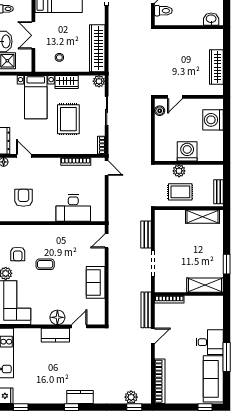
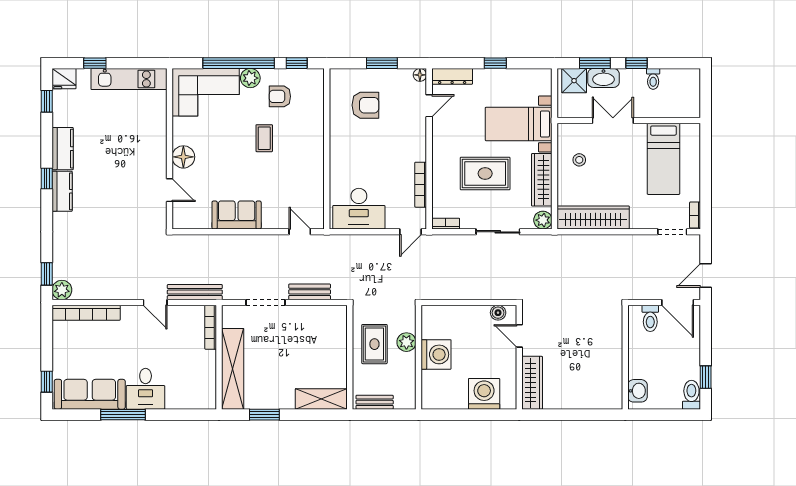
wardrobe: (216, 67) -> (532, 383), moved, turned 90
wardrobe: (67, 82) -> (542, 180), width x1.50
desk: (73, 208) -> (359, 209), moved, turned -90
shelving: (203, 217) -> (321, 399), moved, turned 90
shelving: (205, 285) -> (233, 369), width x1.47
kitchen counter: (55, 335) -> (63, 149), moved, turned 180
plant: (131, 397) -> (62, 290), moved

